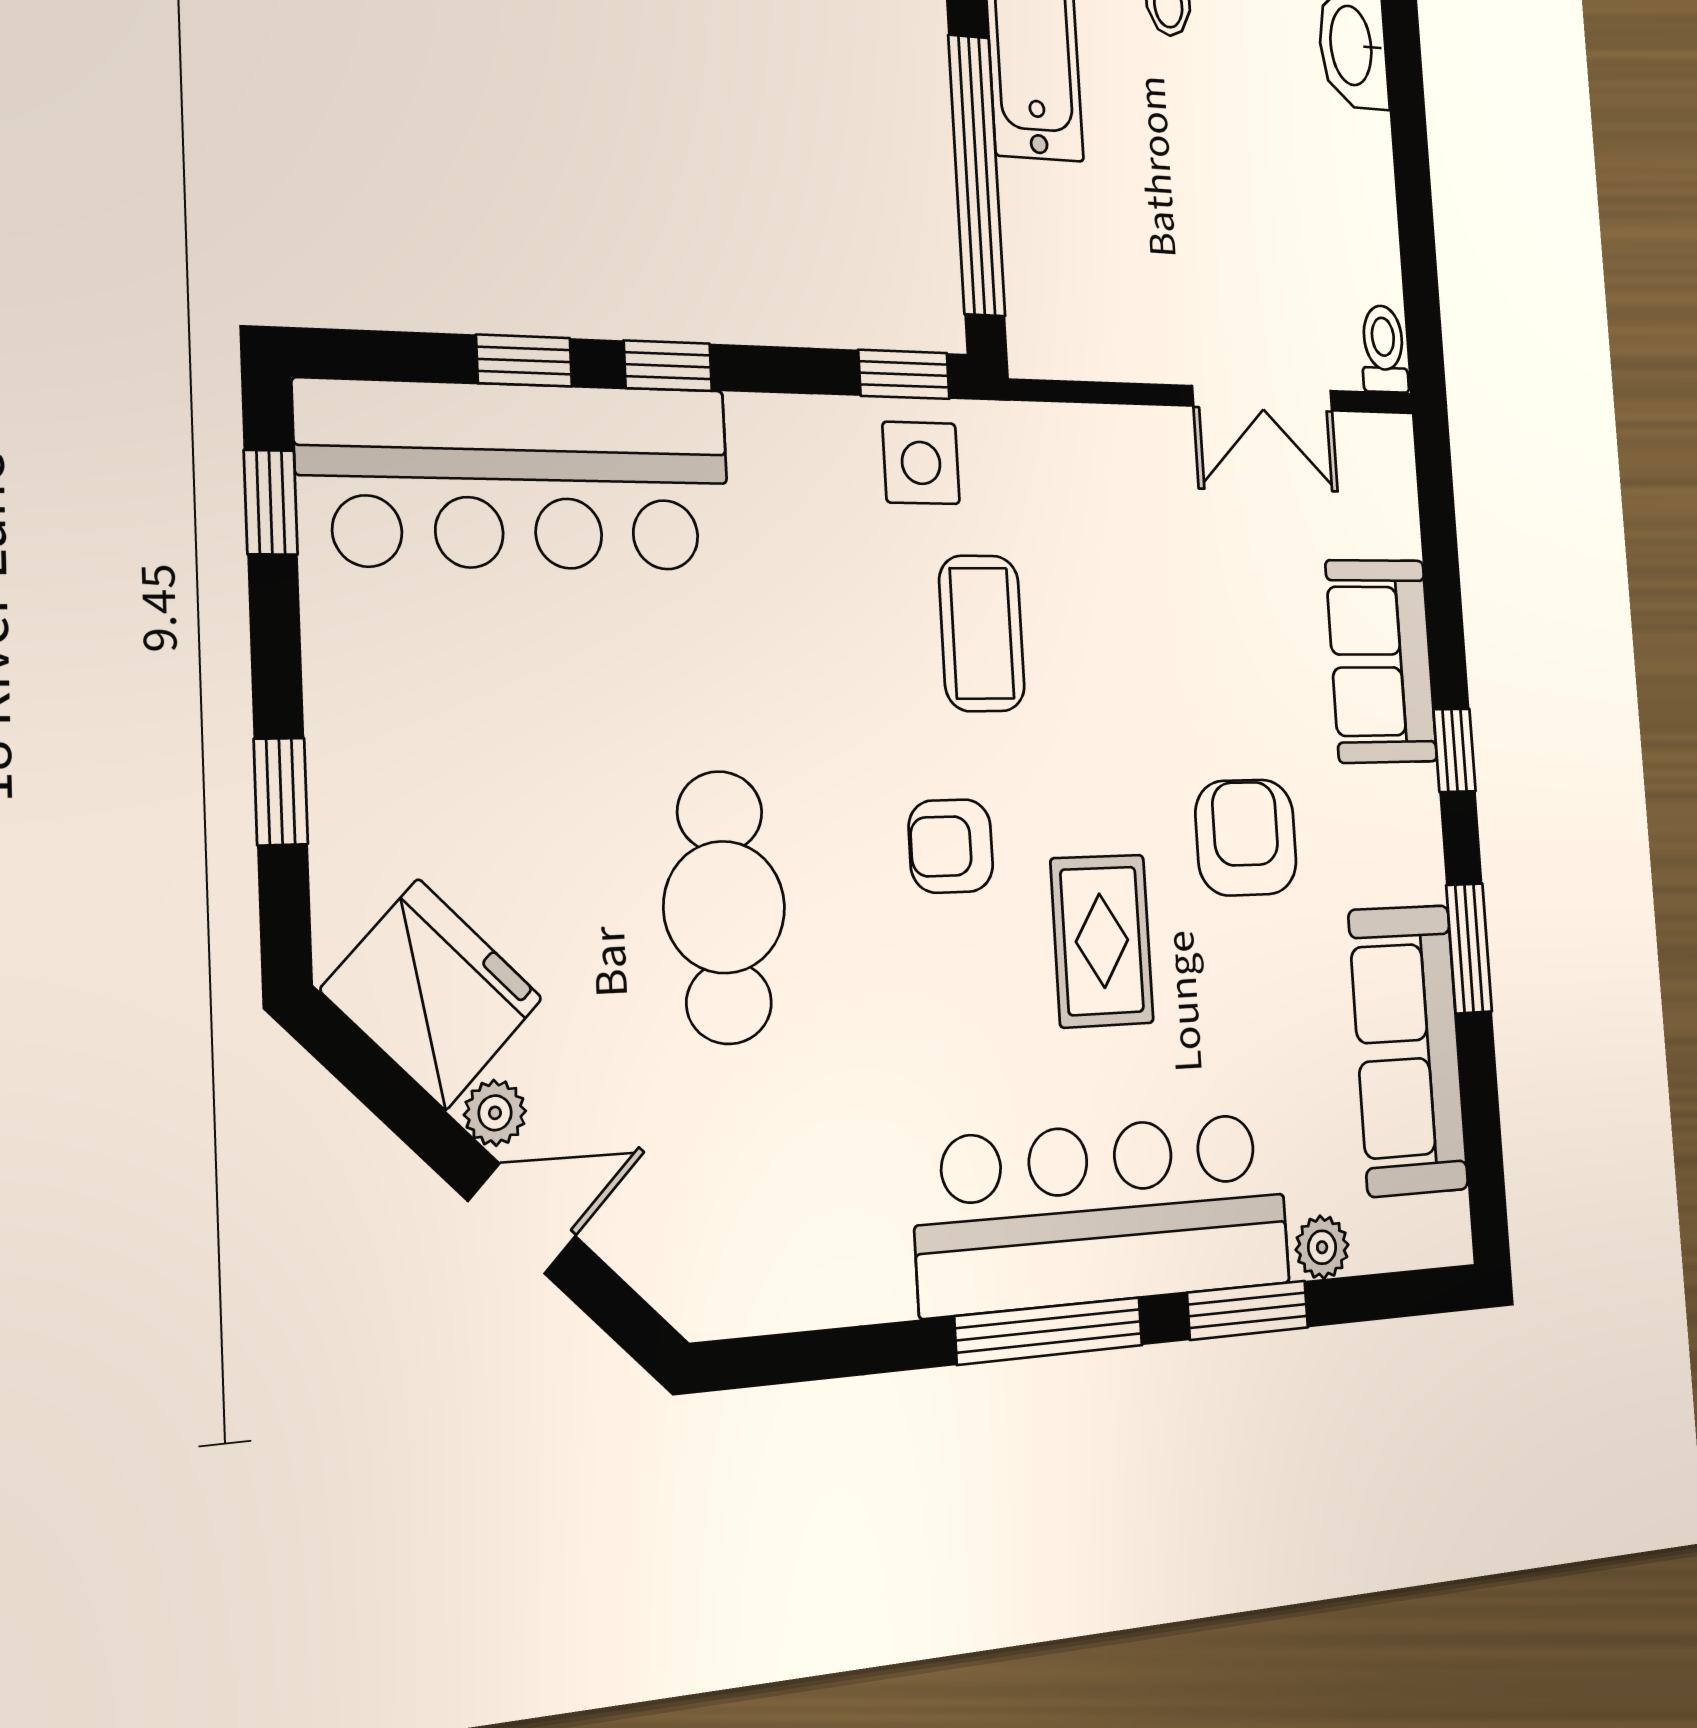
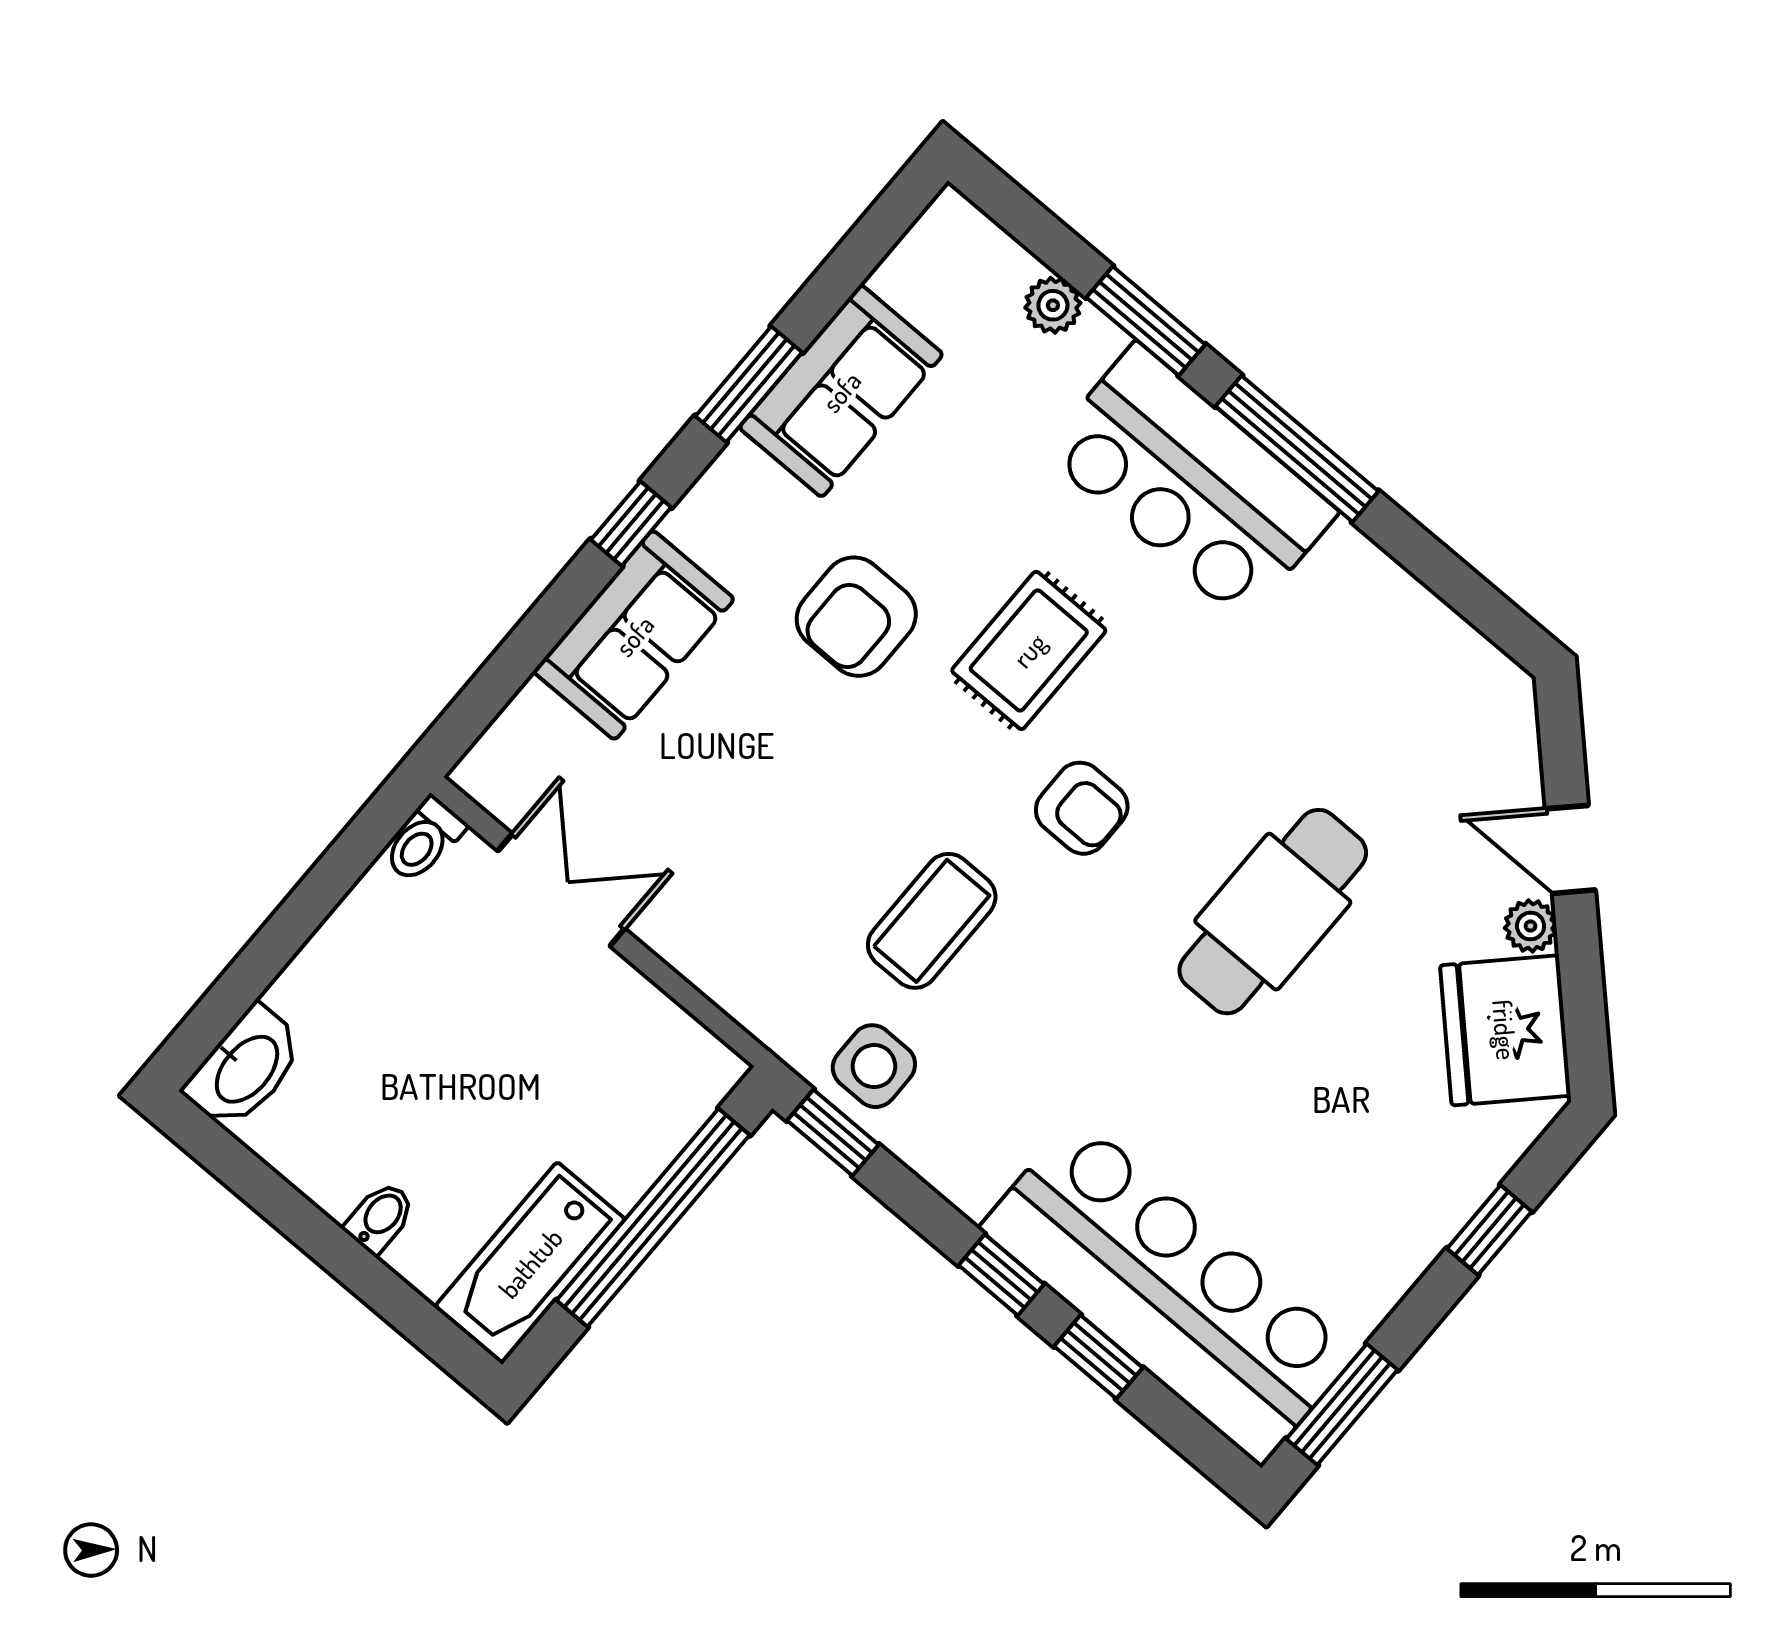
window: (271, 502) -> (1342, 1404), width x1.50
sofa: (1408, 1050) -> (841, 391), width x0.73
bar counter: (1104, 1213) -> (1190, 482), width x0.73

